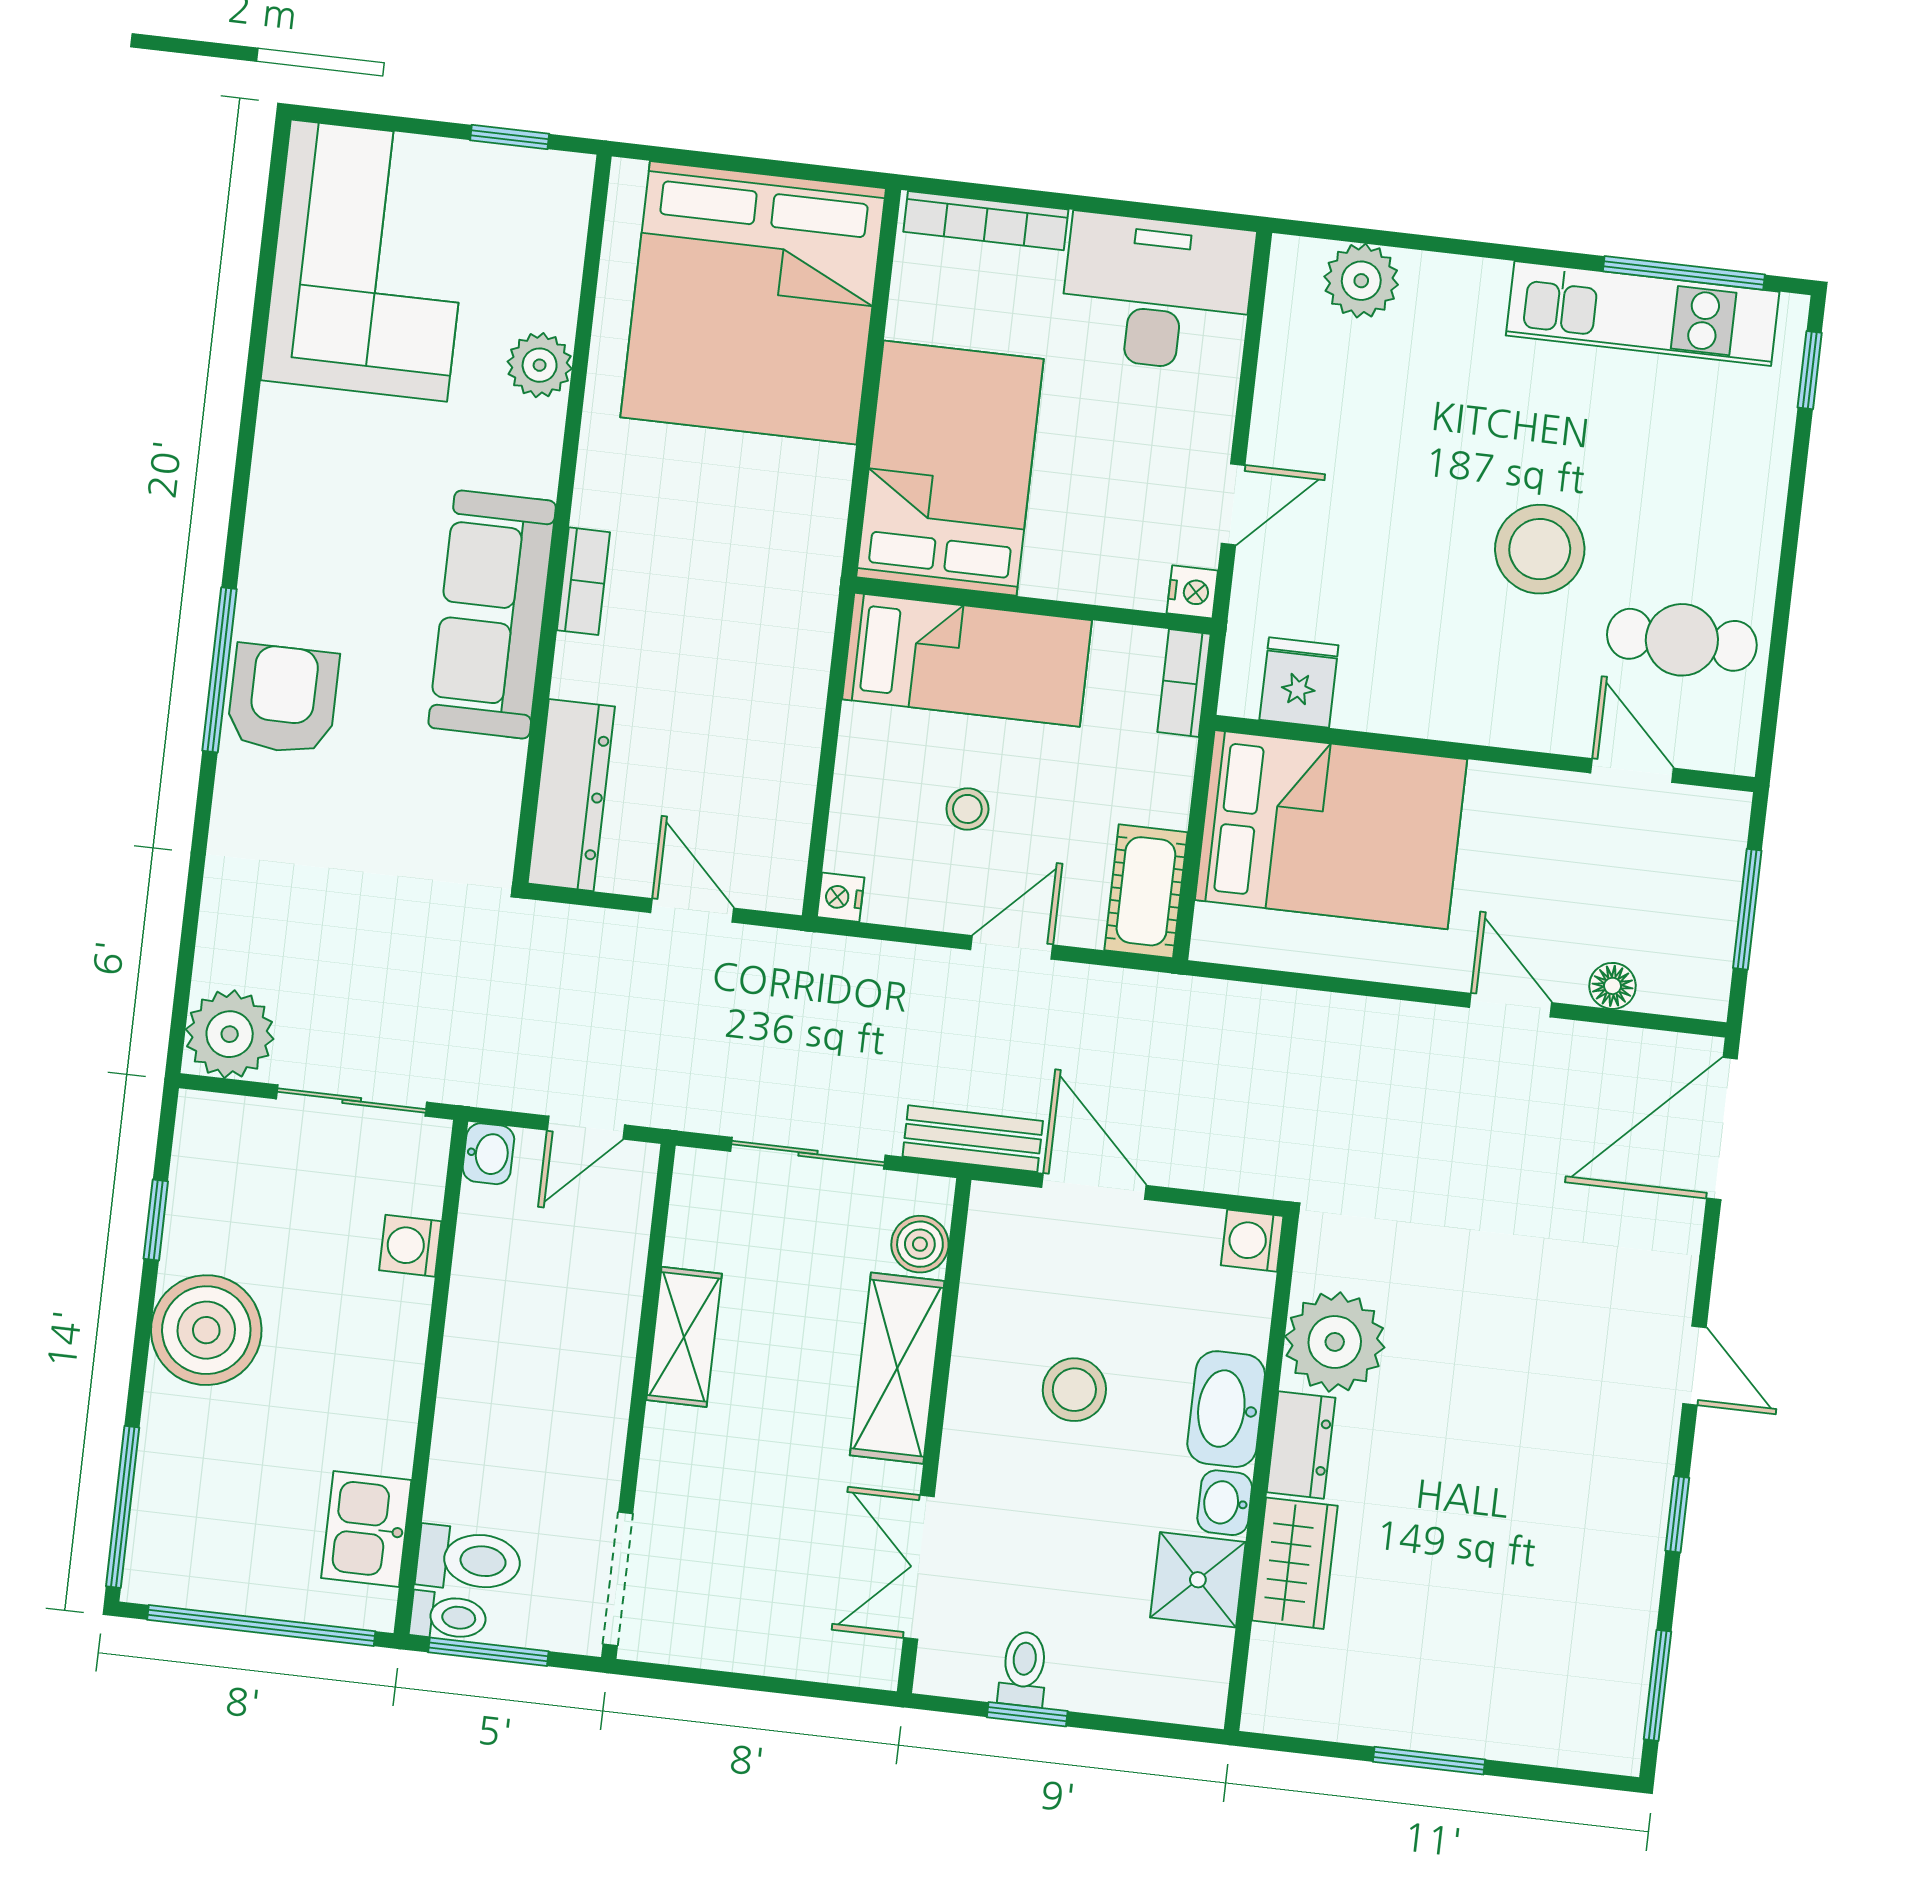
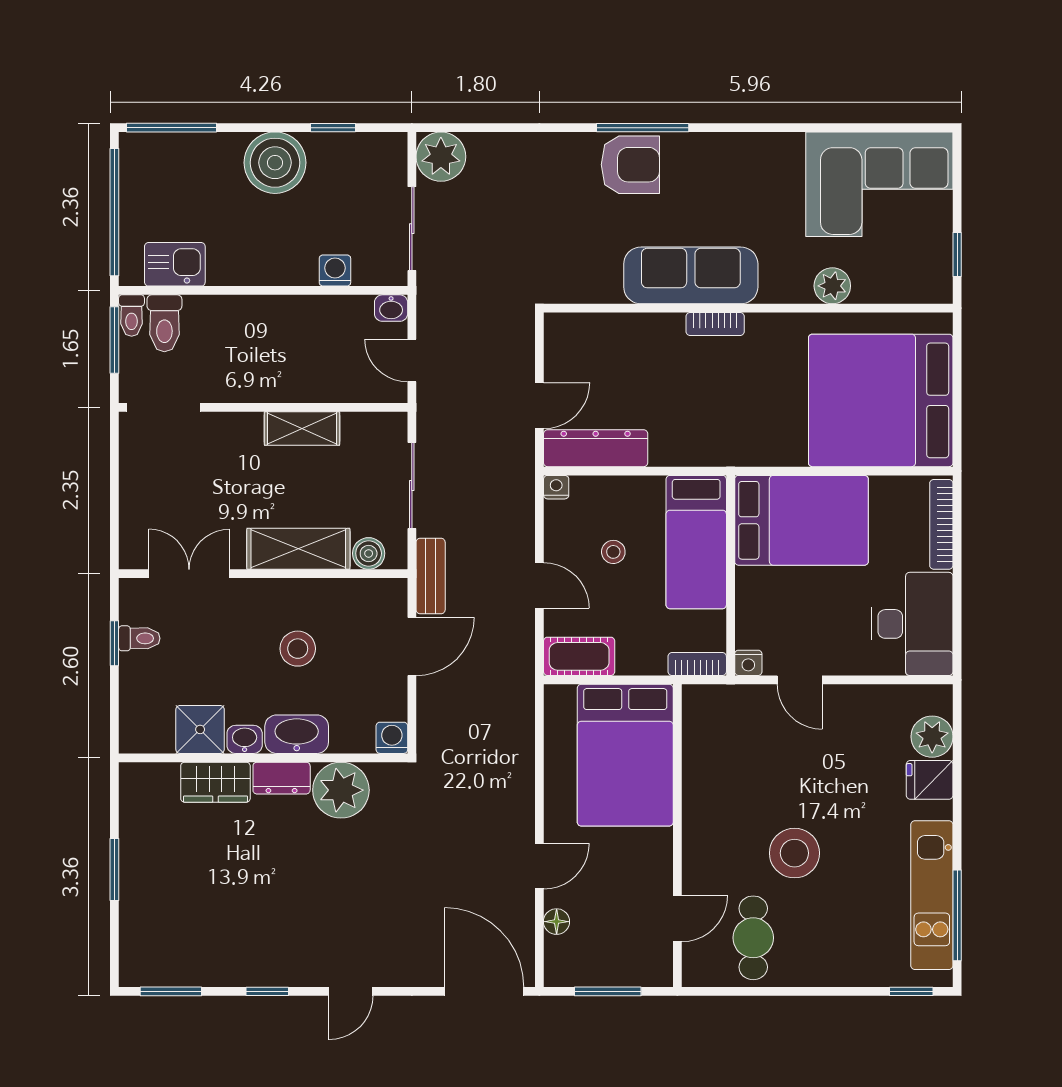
fridge: (1299, 682) -> (930, 780), moved, turned 180
dresser: (571, 795) -> (596, 448), moved, turned 180

